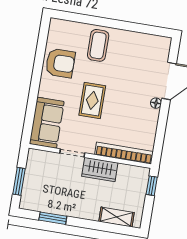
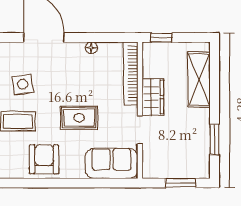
side table: (130, 55) -> (23, 84), added
floor lamp: (156, 103) -> (91, 48), moved
shelving: (116, 217) -> (199, 79), width x1.50, depth x1.33

